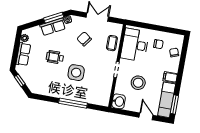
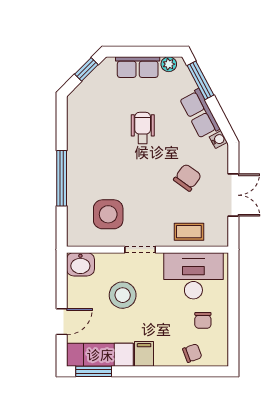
window: (54, 18) -> (200, 80), moved
side table: (76, 73) -> (108, 214), moved

